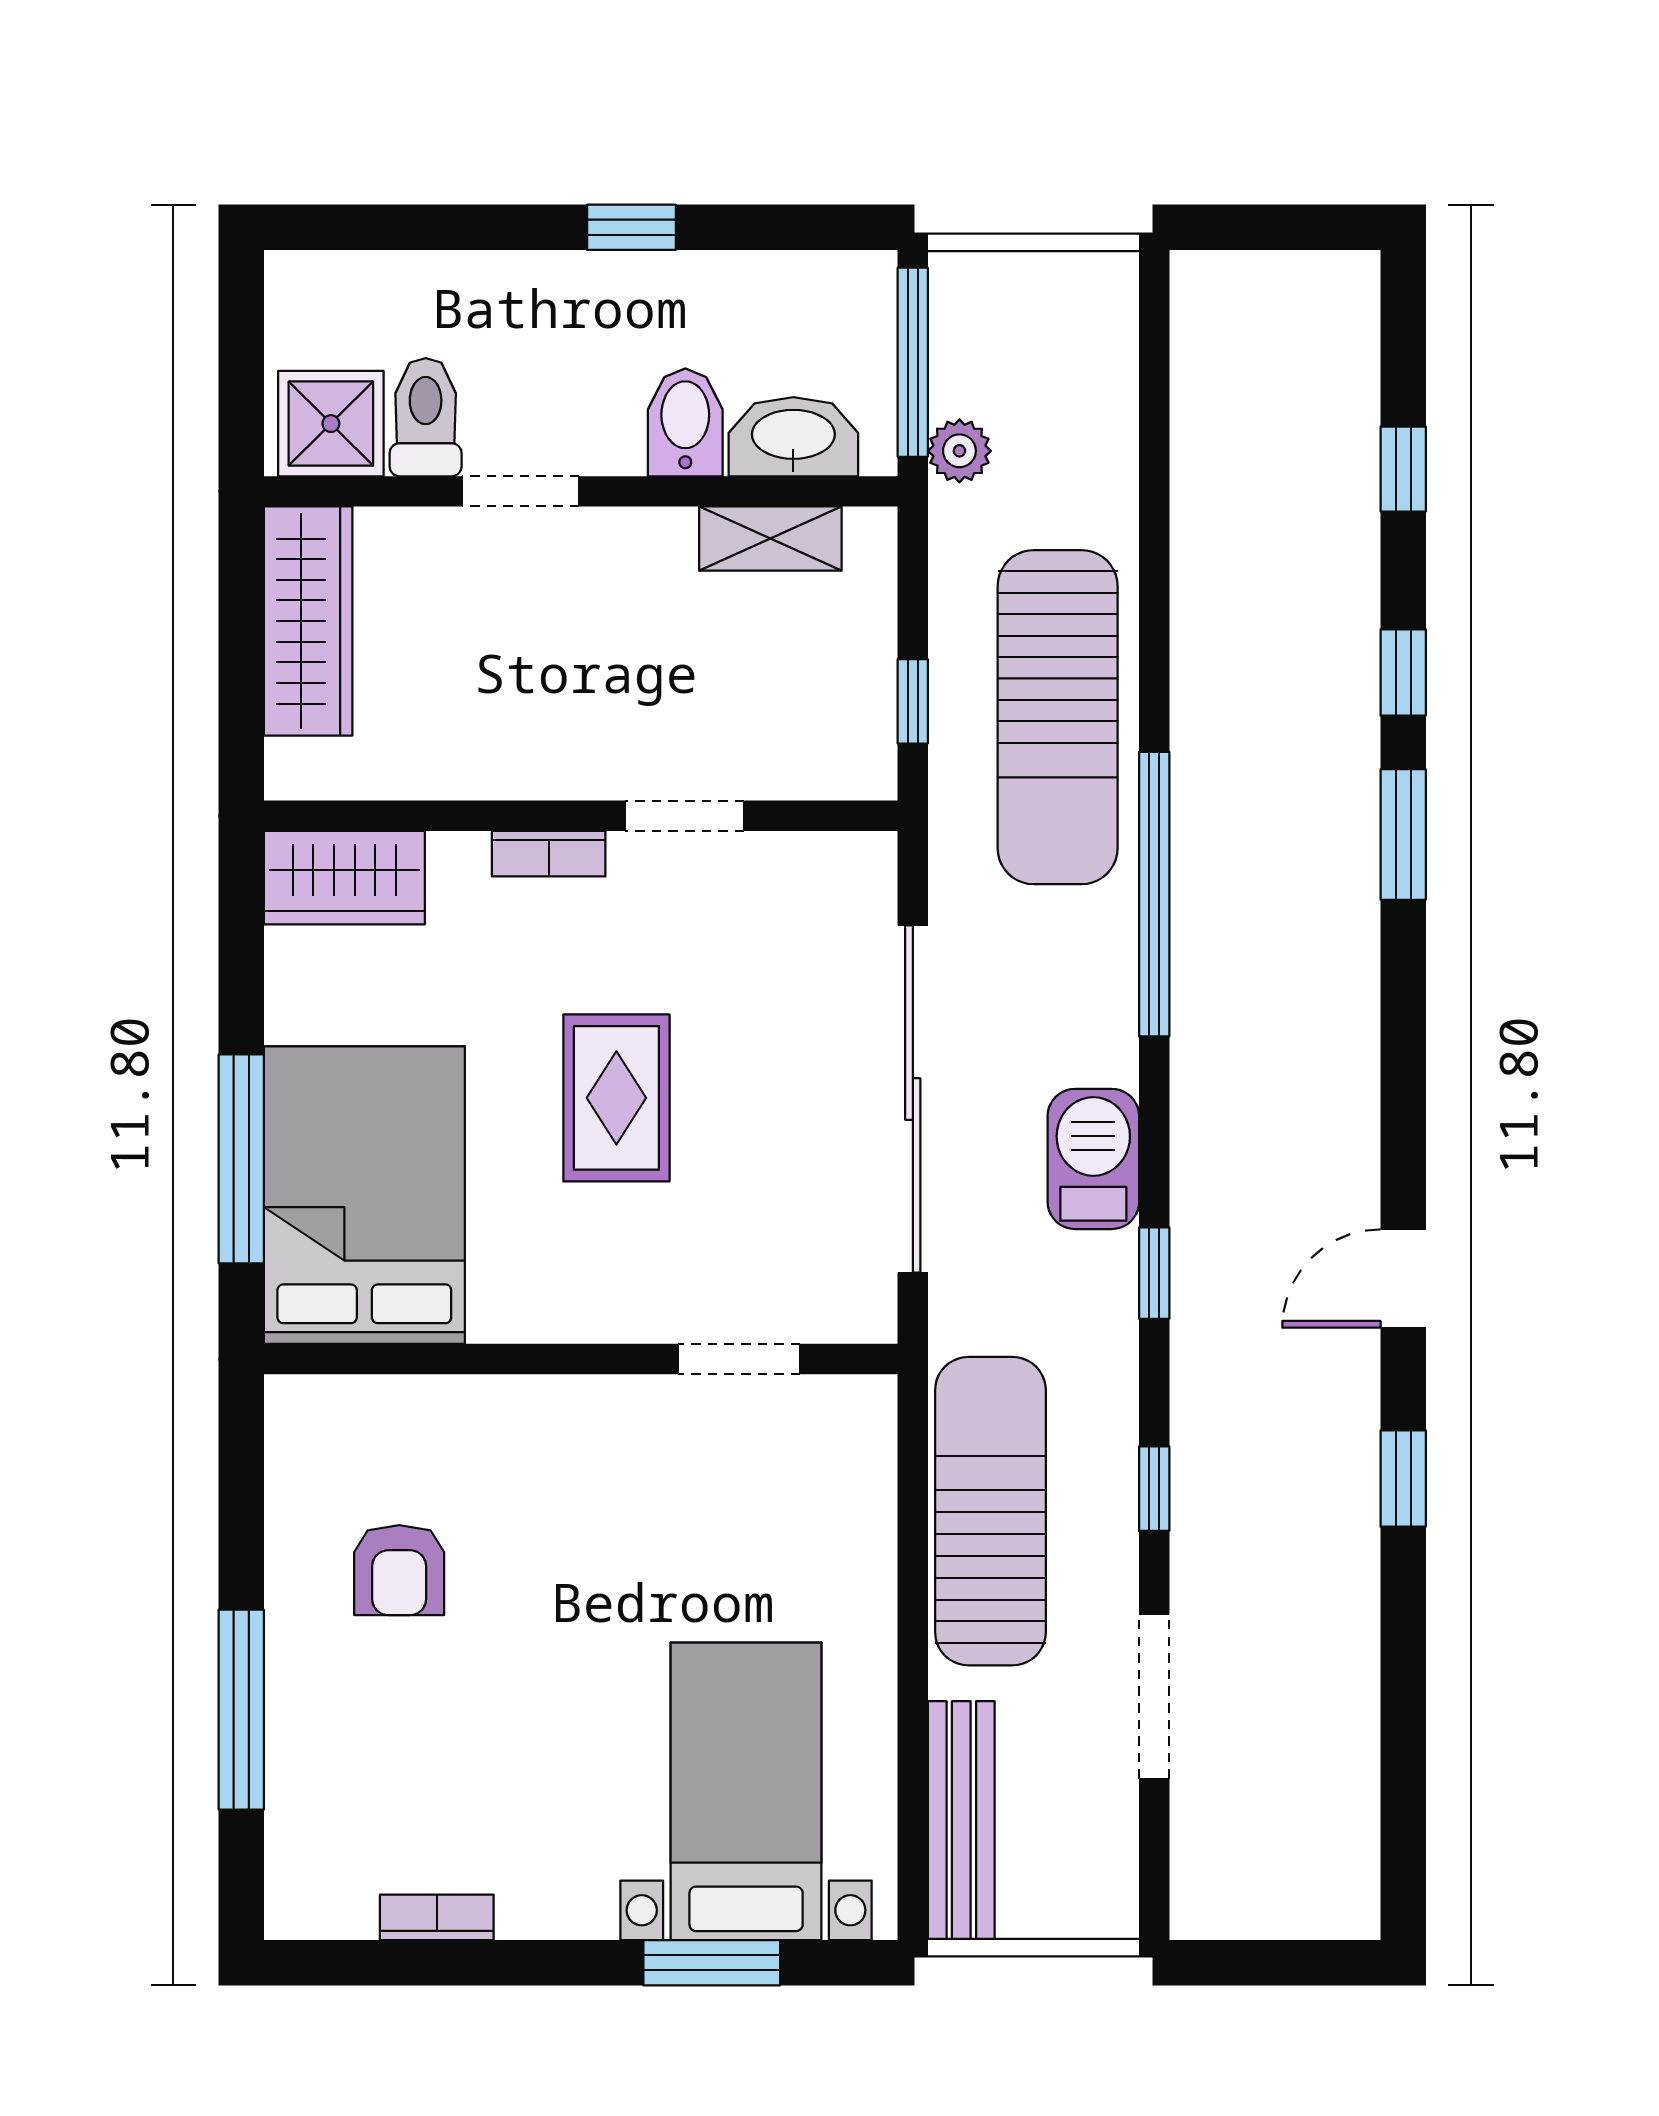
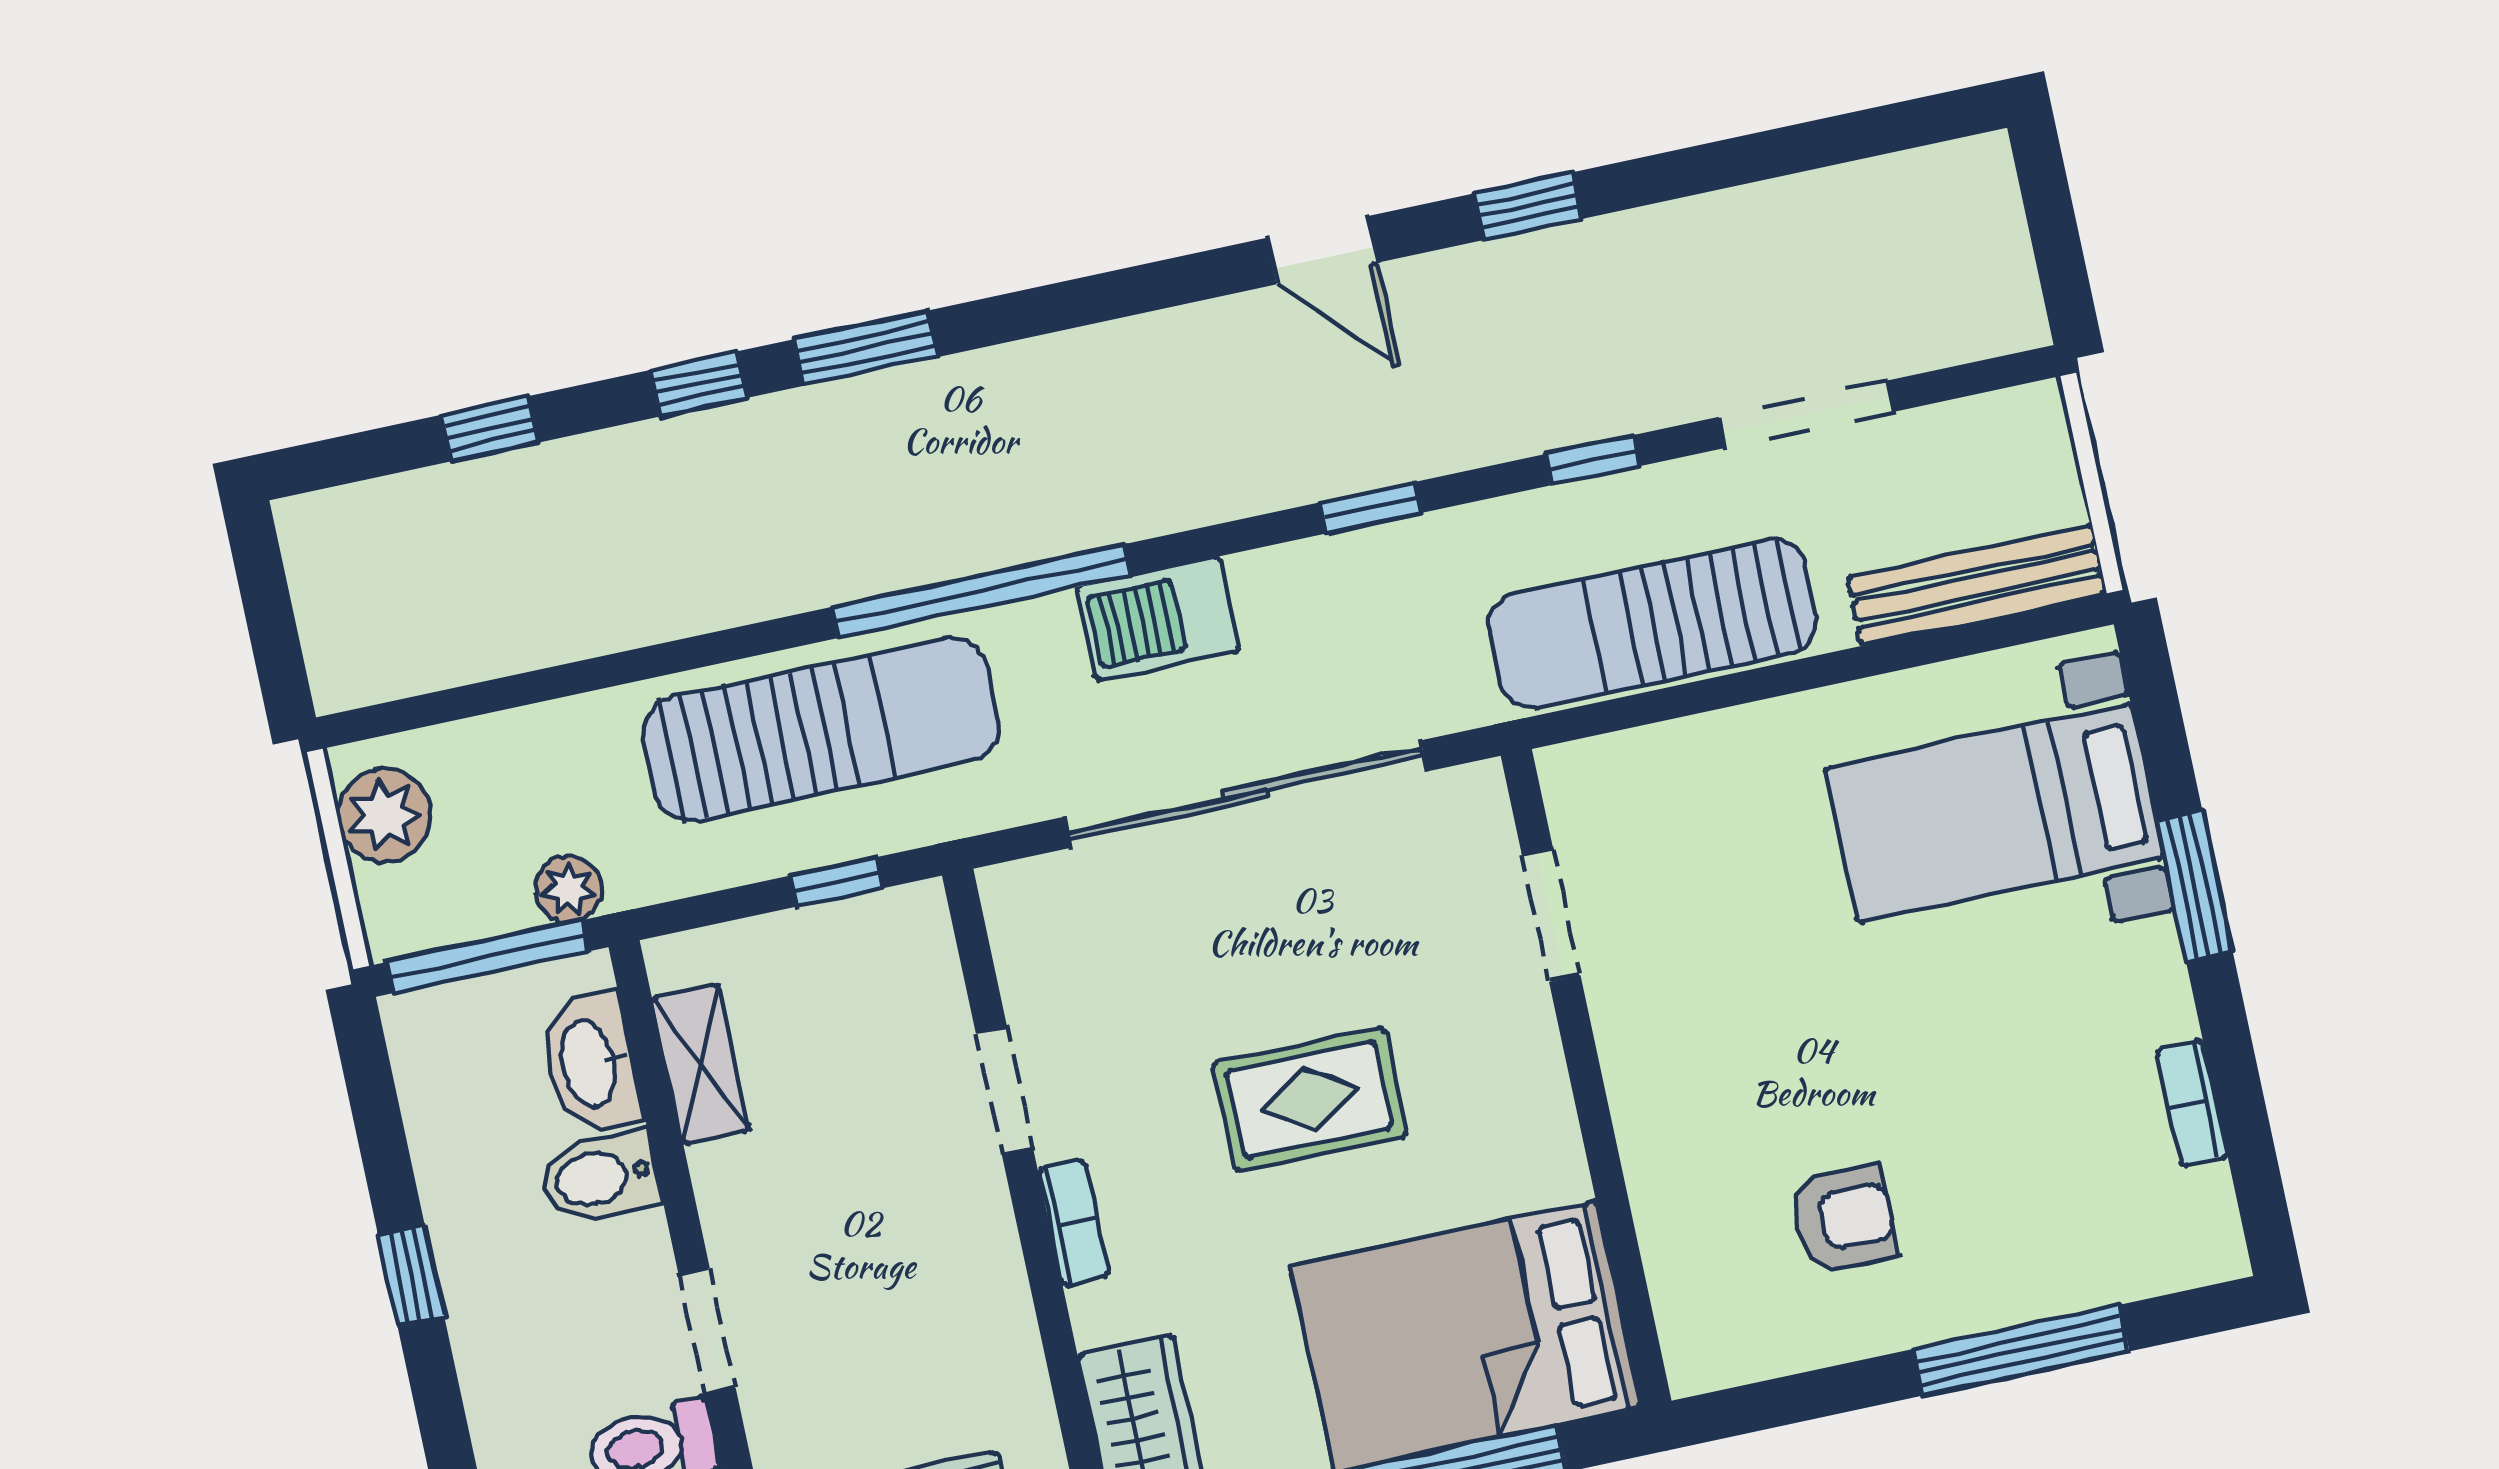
plant: (1065, 294) -> (384, 815), added
barbecue: (1093, 1159) -> (1158, 619), moved
window: (712, 1963) -> (2194, 886), moved

